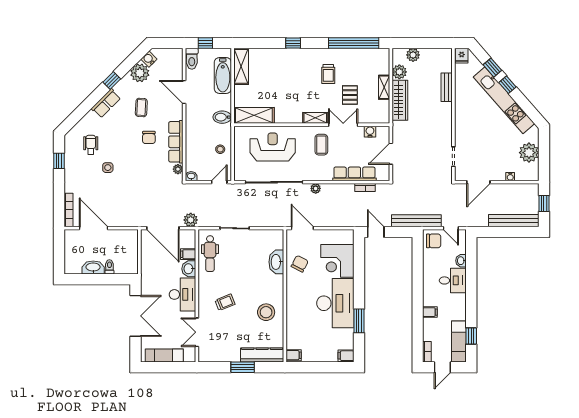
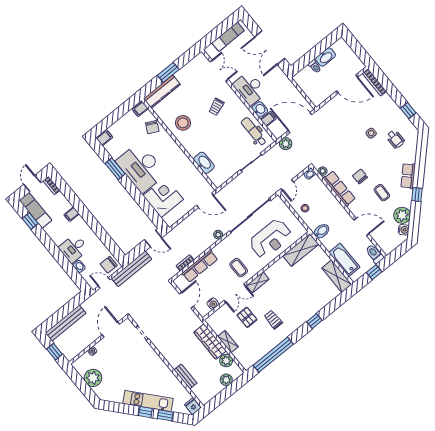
kitchen unit: (504, 100) -> (148, 401), width x0.73
chair: (300, 264) -> (152, 127), moved

